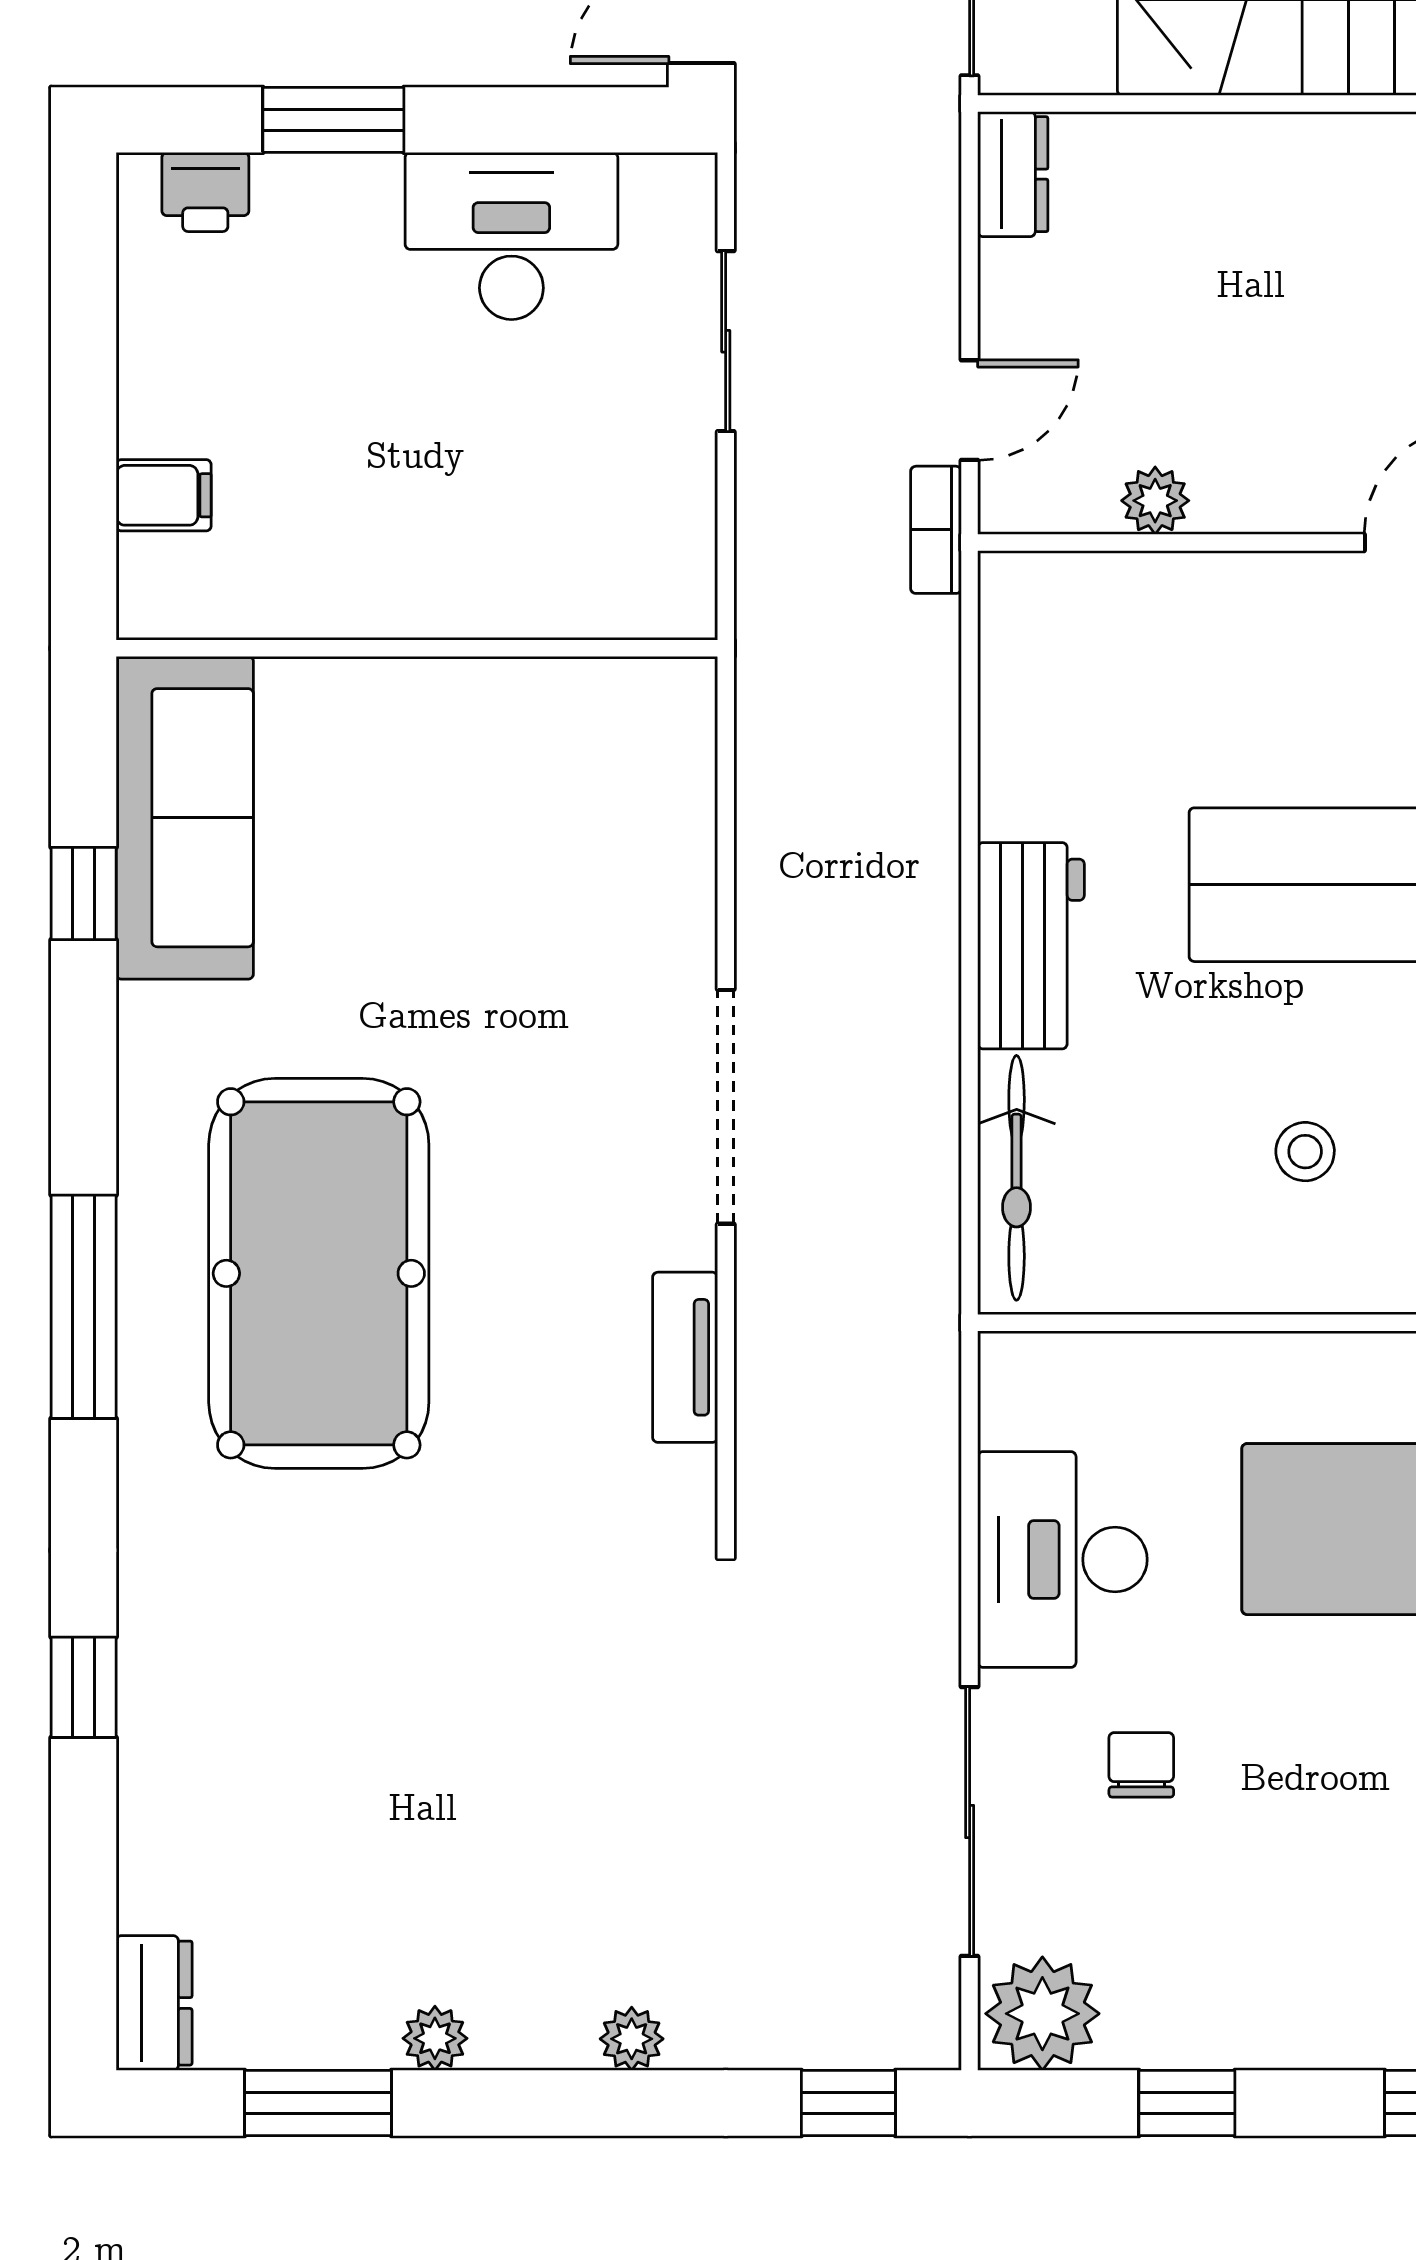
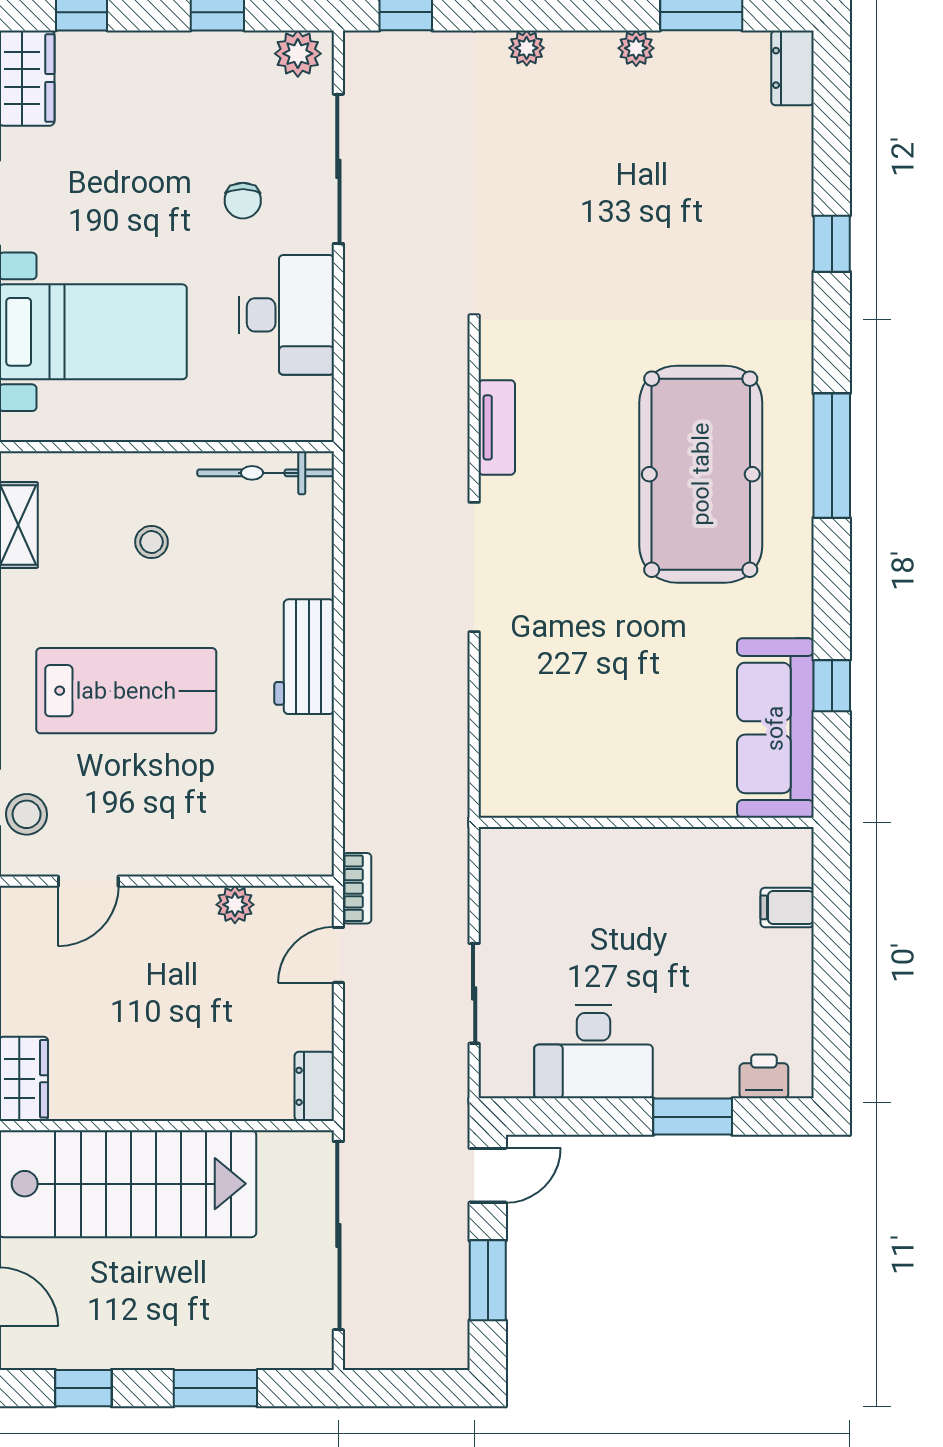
bicycle: (1017, 1178) -> (266, 473), moved, turned -90
plant: (1042, 2014) -> (298, 54), width x0.73, depth x0.73

